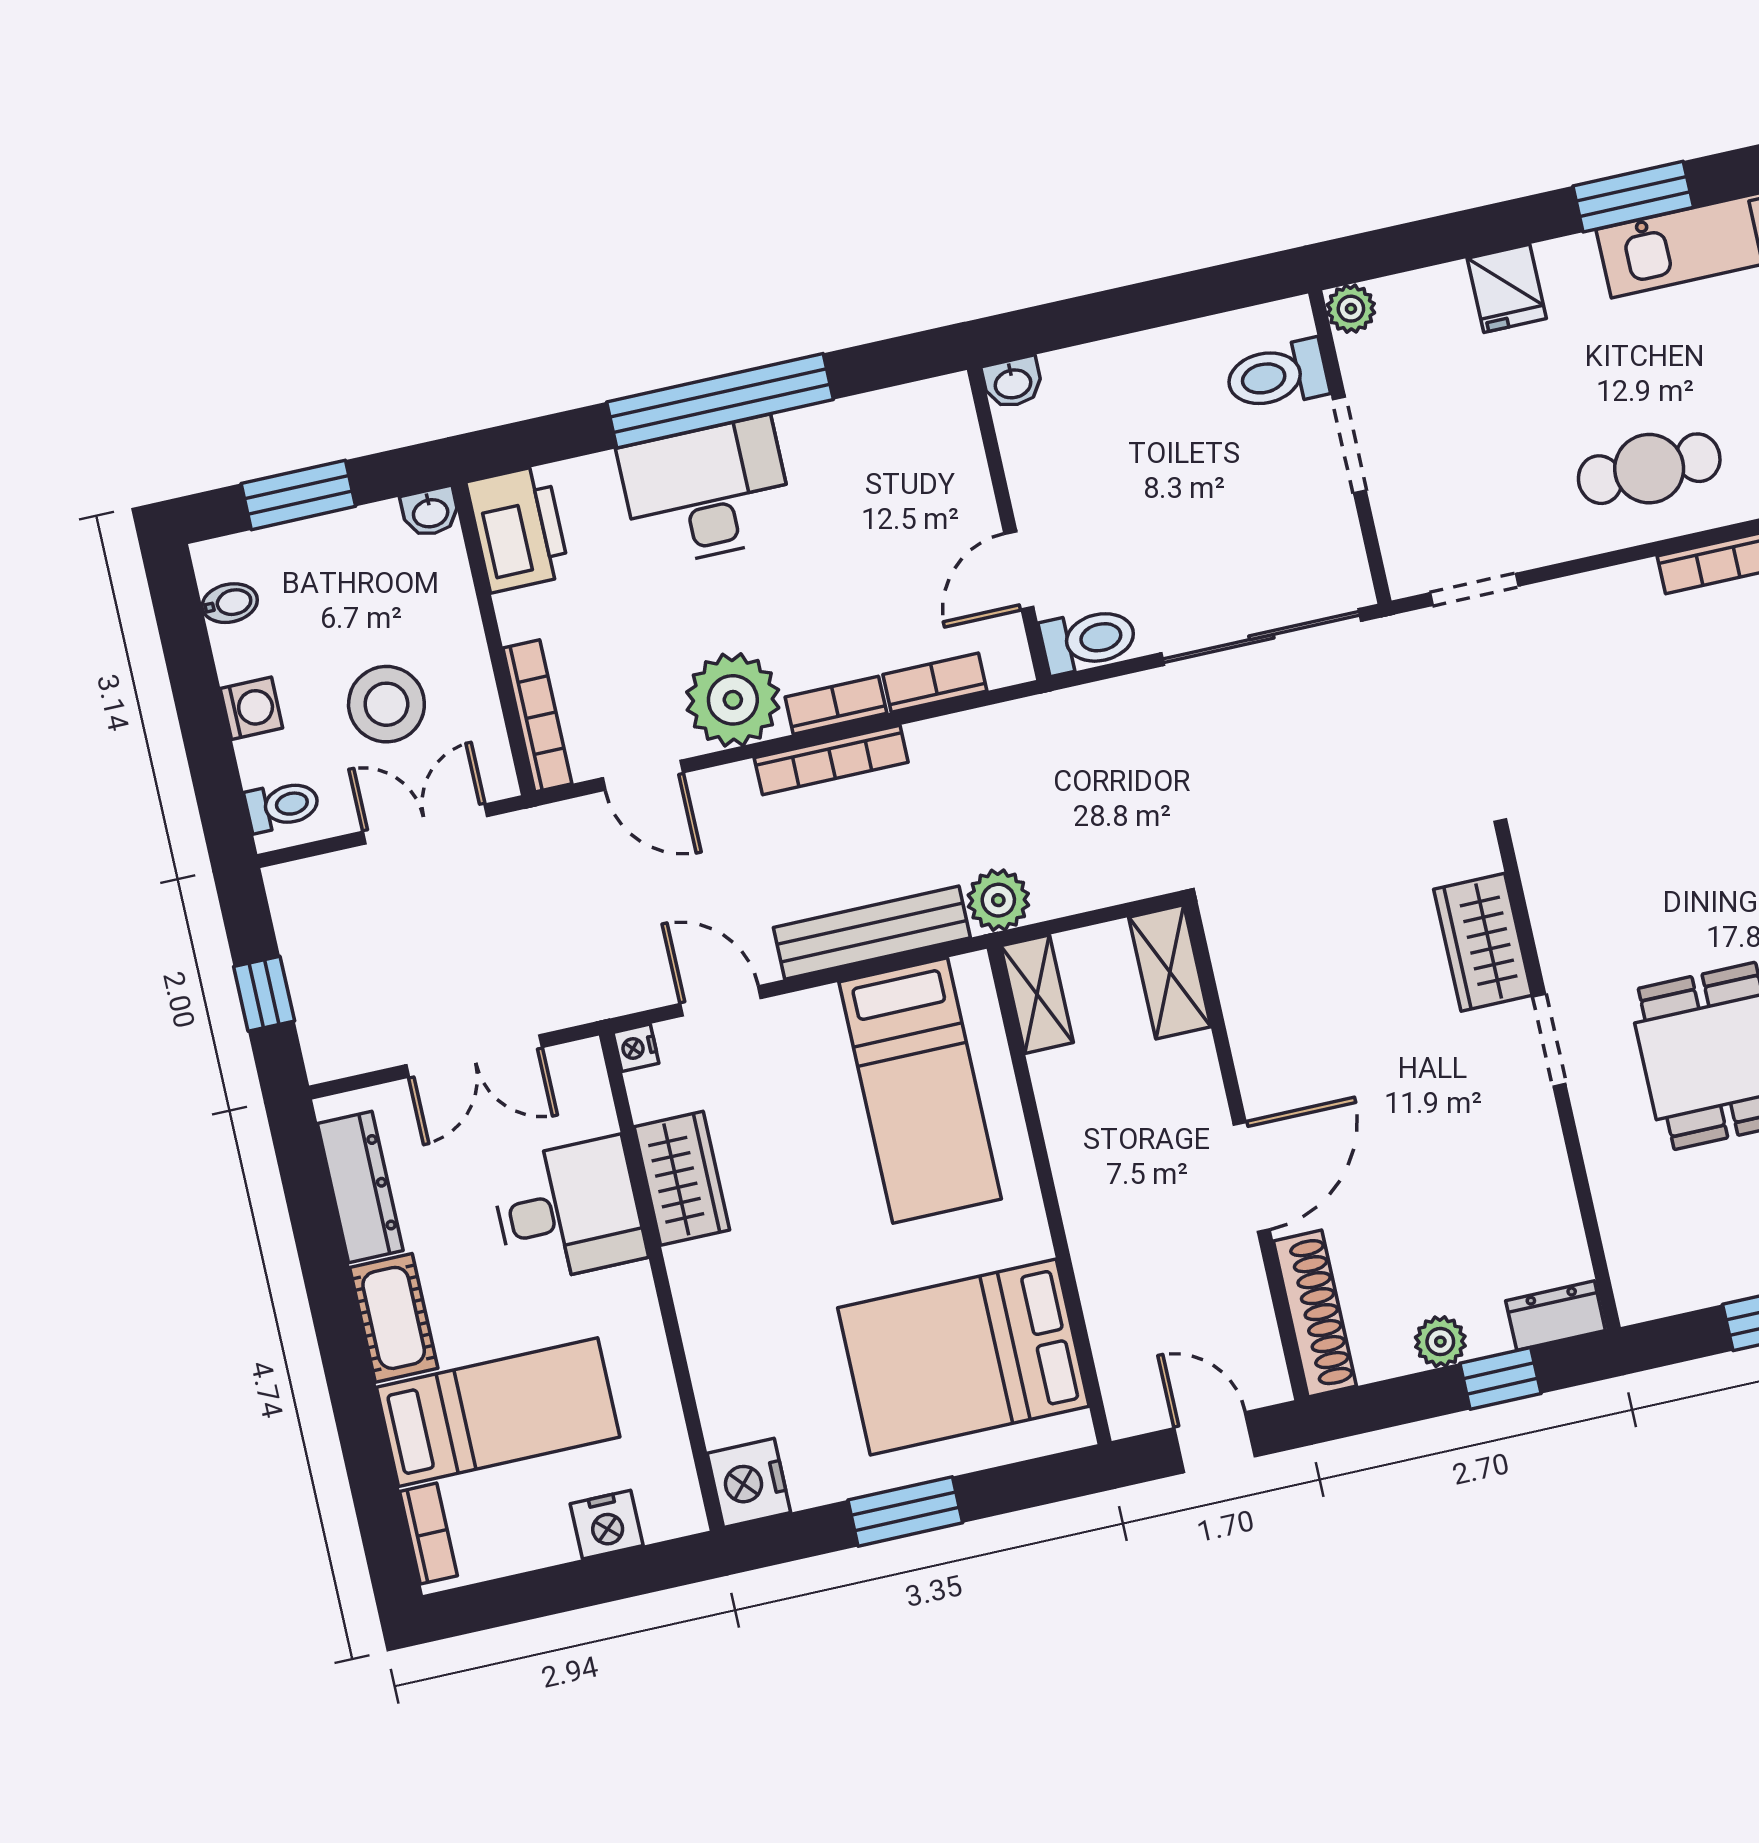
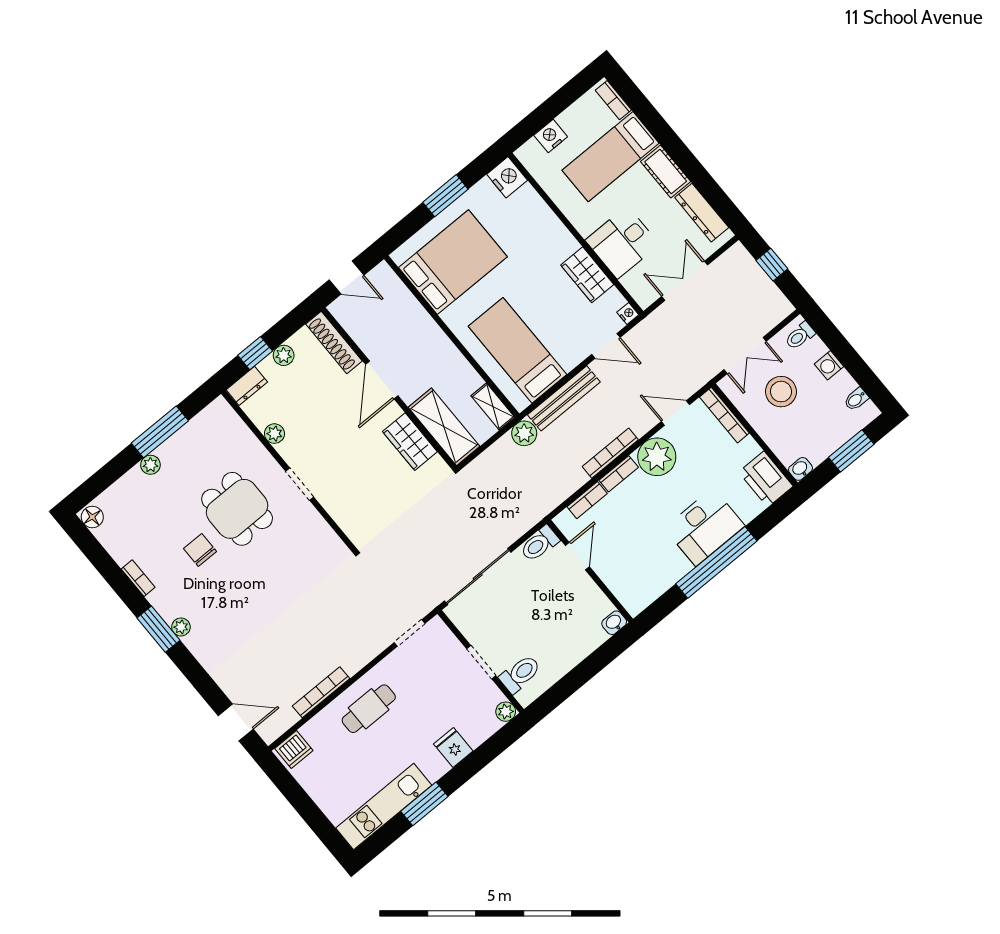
wardrobe: (1483, 942) -> (410, 442), moved, turned 180
shelving: (1170, 972) -> (444, 427), width x1.50, depth x1.33
plant: (1548, 1180) -> (274, 434), added

